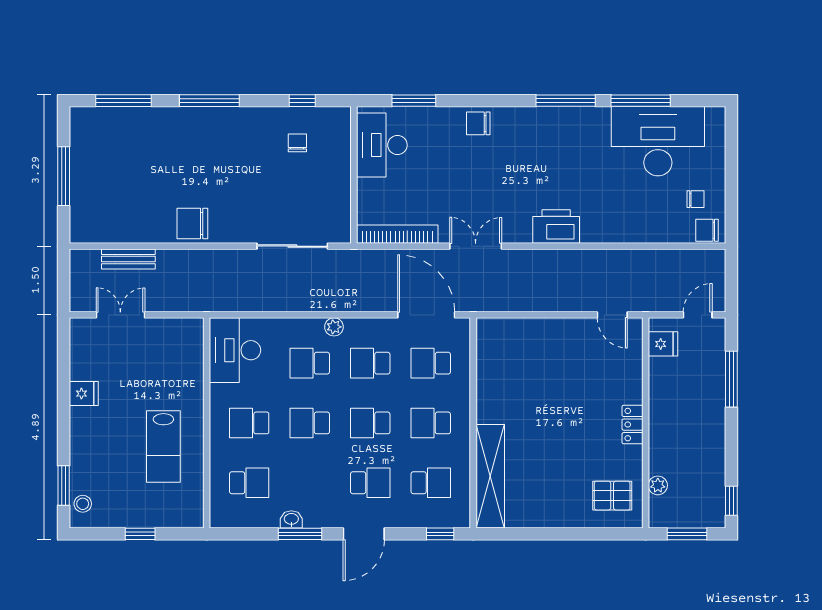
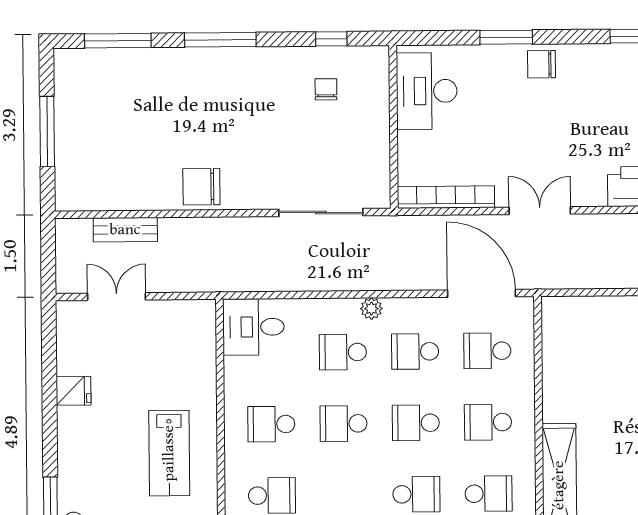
window: (414, 101) -> (506, 37), moved
desk: (235, 350) -> (253, 327), width x0.73

